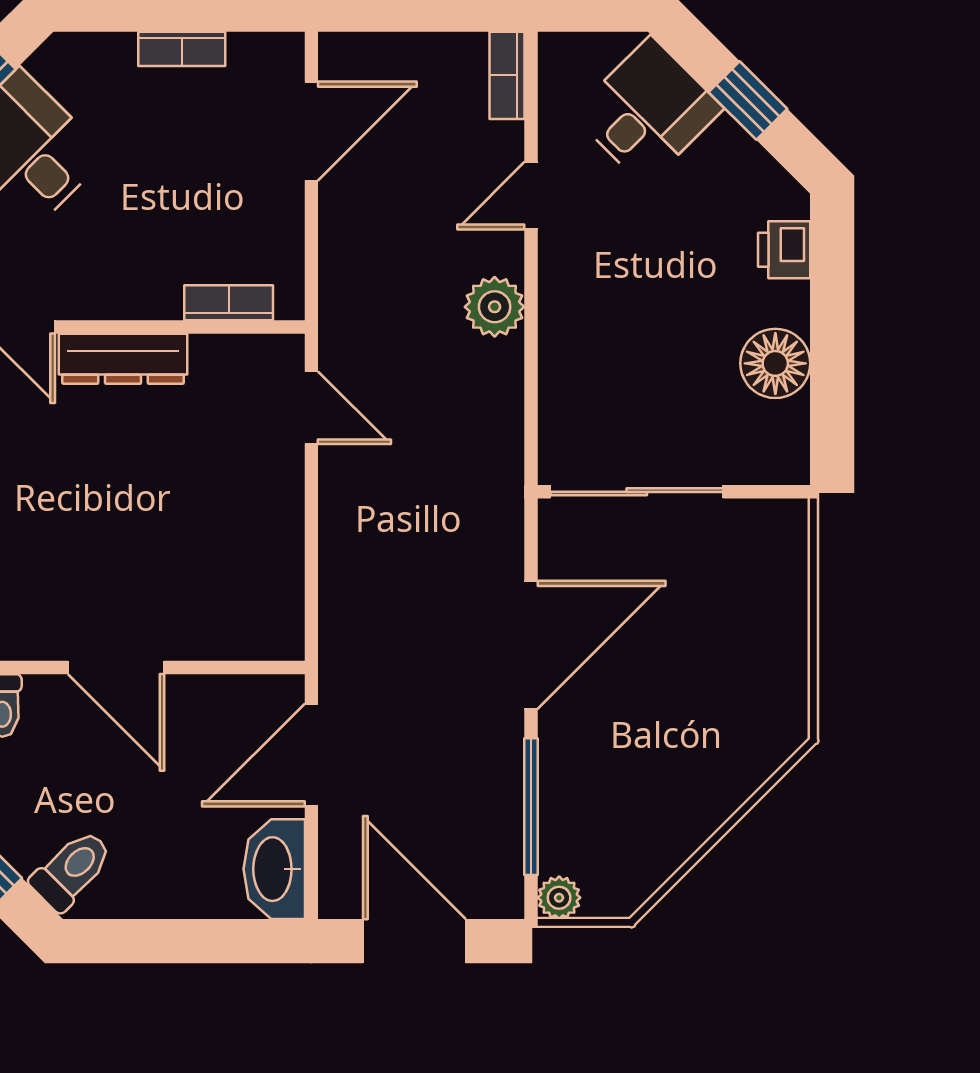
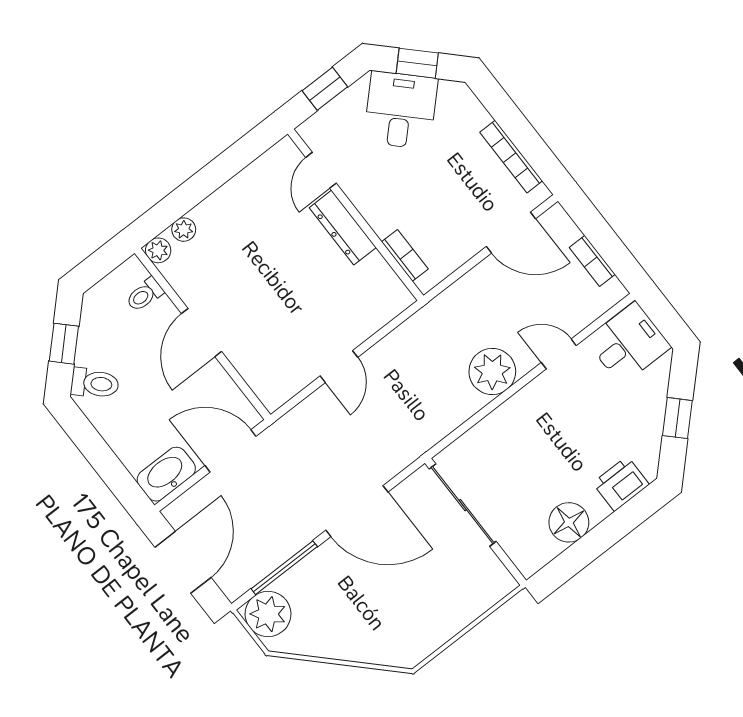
bookcase: (182, 49) -> (511, 157), width x1.56
bookcase: (507, 75) -> (592, 261), moved, turned -90
desk: (648, 111) -> (628, 343), moved, turned -45
printer: (784, 250) -> (621, 484), width x1.36, depth x1.24
plant: (495, 307) -> (492, 372), width x1.36, depth x1.36
door: (311, 408) -> (339, 367), moved
plant: (559, 898) -> (268, 614), width x1.87, depth x1.87

